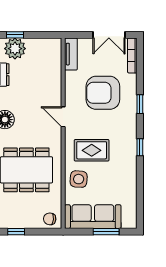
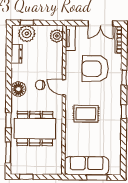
plant: (53, 51) -> (57, 36), added
side table: (79, 179) -> (76, 136), removed
chair: (50, 219) -> (40, 85), moved

